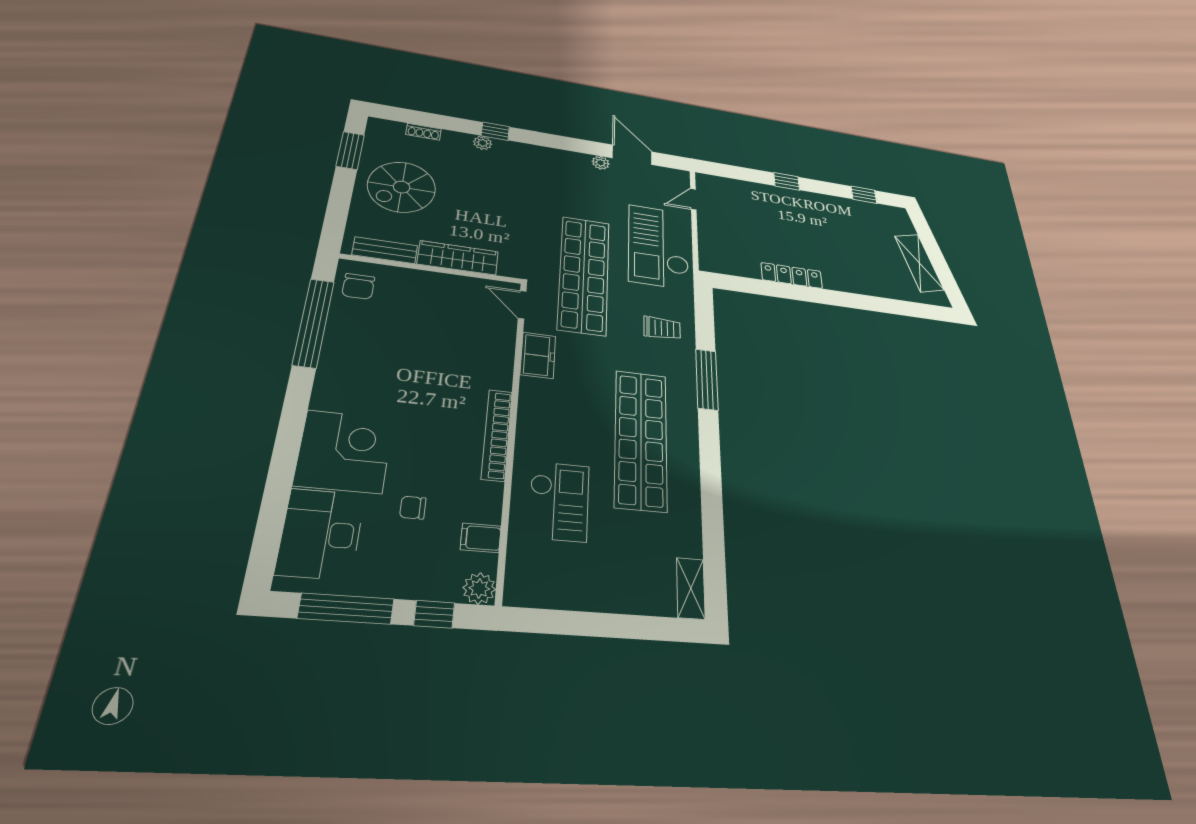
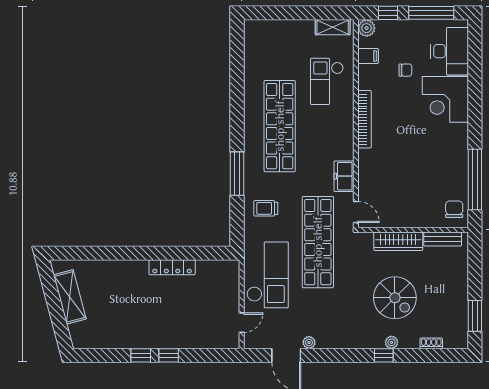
spiral stairs: (402, 187) -> (395, 298), moved, turned 90
window: (864, 195) -> (141, 355), moved
shelving: (691, 588) -> (333, 27), moved, turned 90

